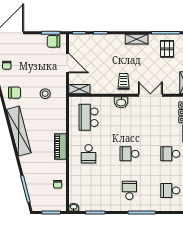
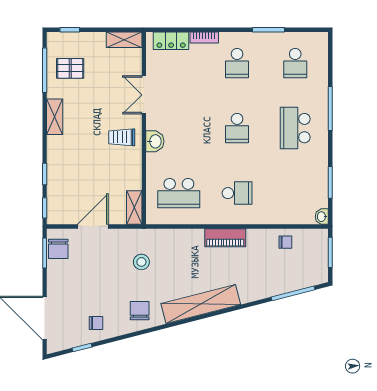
school desk: (129, 190) -> (295, 128), width x1.85

